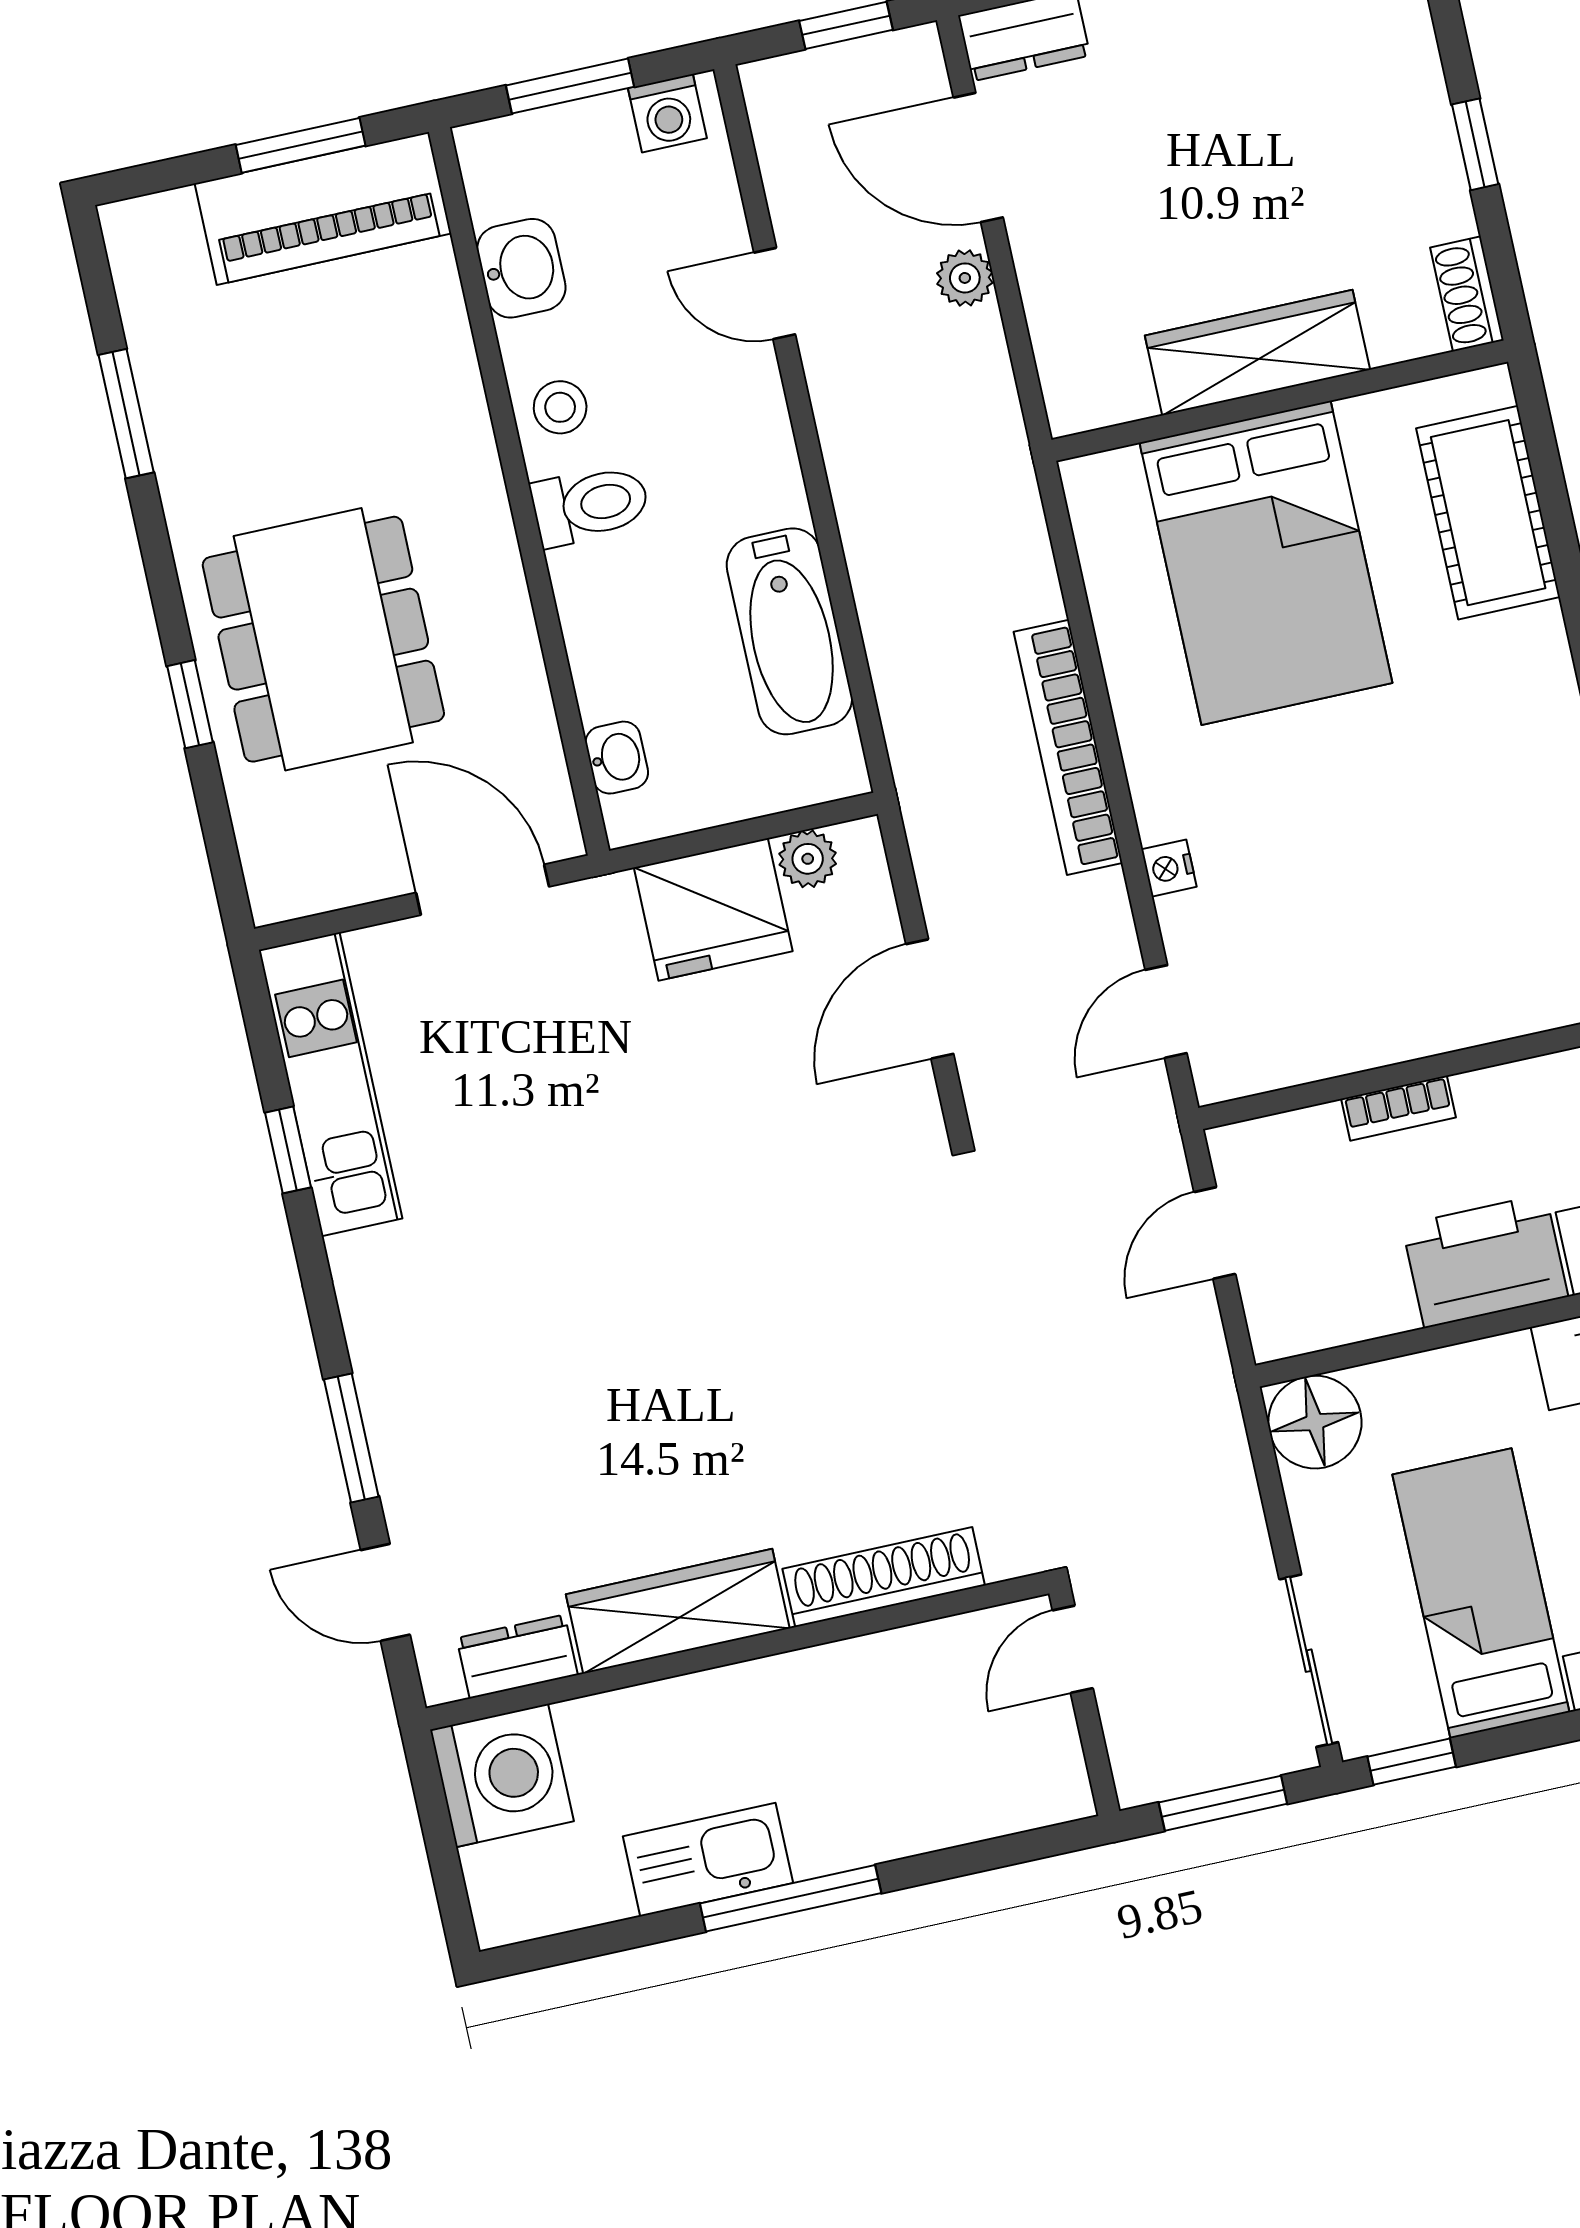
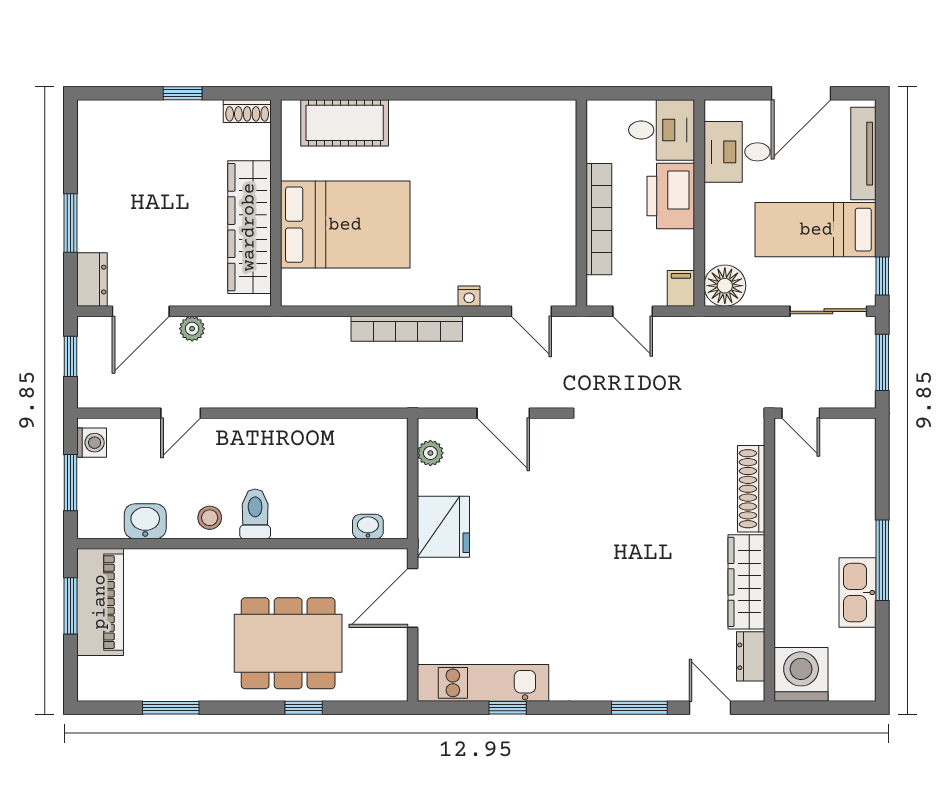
wardrobe: (1257, 353) -> (249, 227), width x1.40, depth x1.17
bathtub: (789, 631) -> (329, 439), removed
fridge: (713, 909) -> (443, 527), moved
bookcase: (1399, 1108) -> (599, 219), width x2.31, depth x1.31
filing cabinet: (1288, 1327) -> (681, 288), added
door: (385, 1592) -> (710, 708), swing flipped

